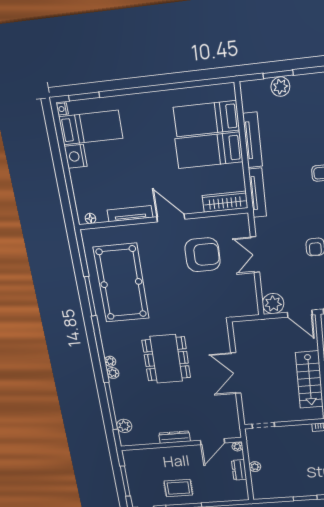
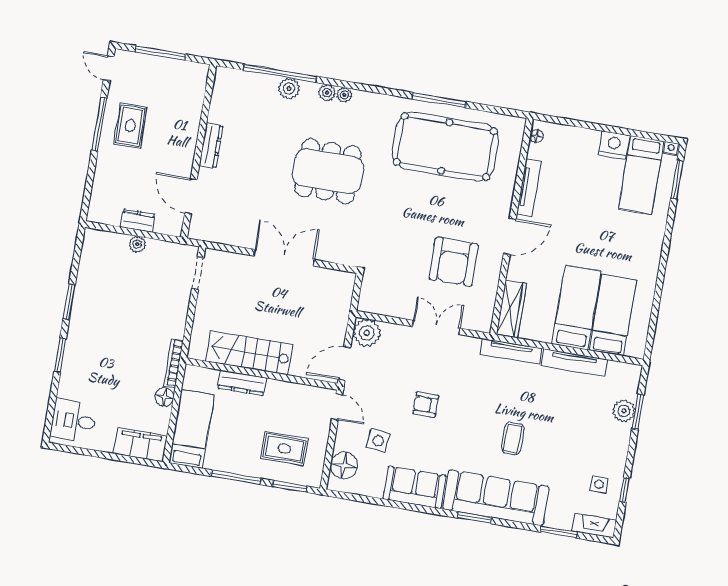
plant: (124, 426) -> (289, 89), moved
plant: (237, 446) -> (175, 229), removed

